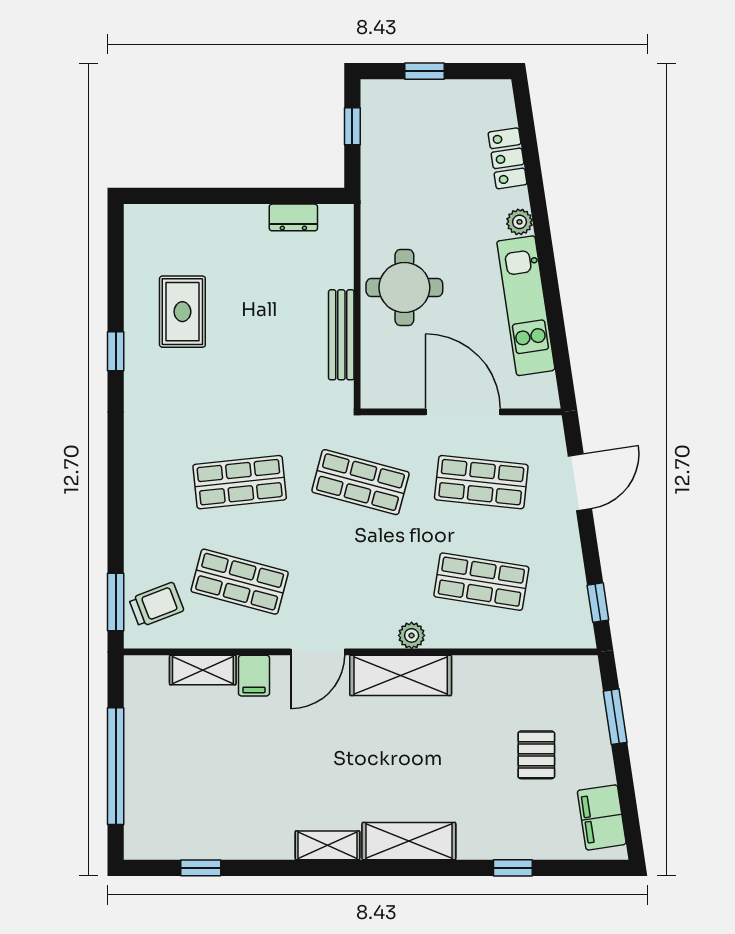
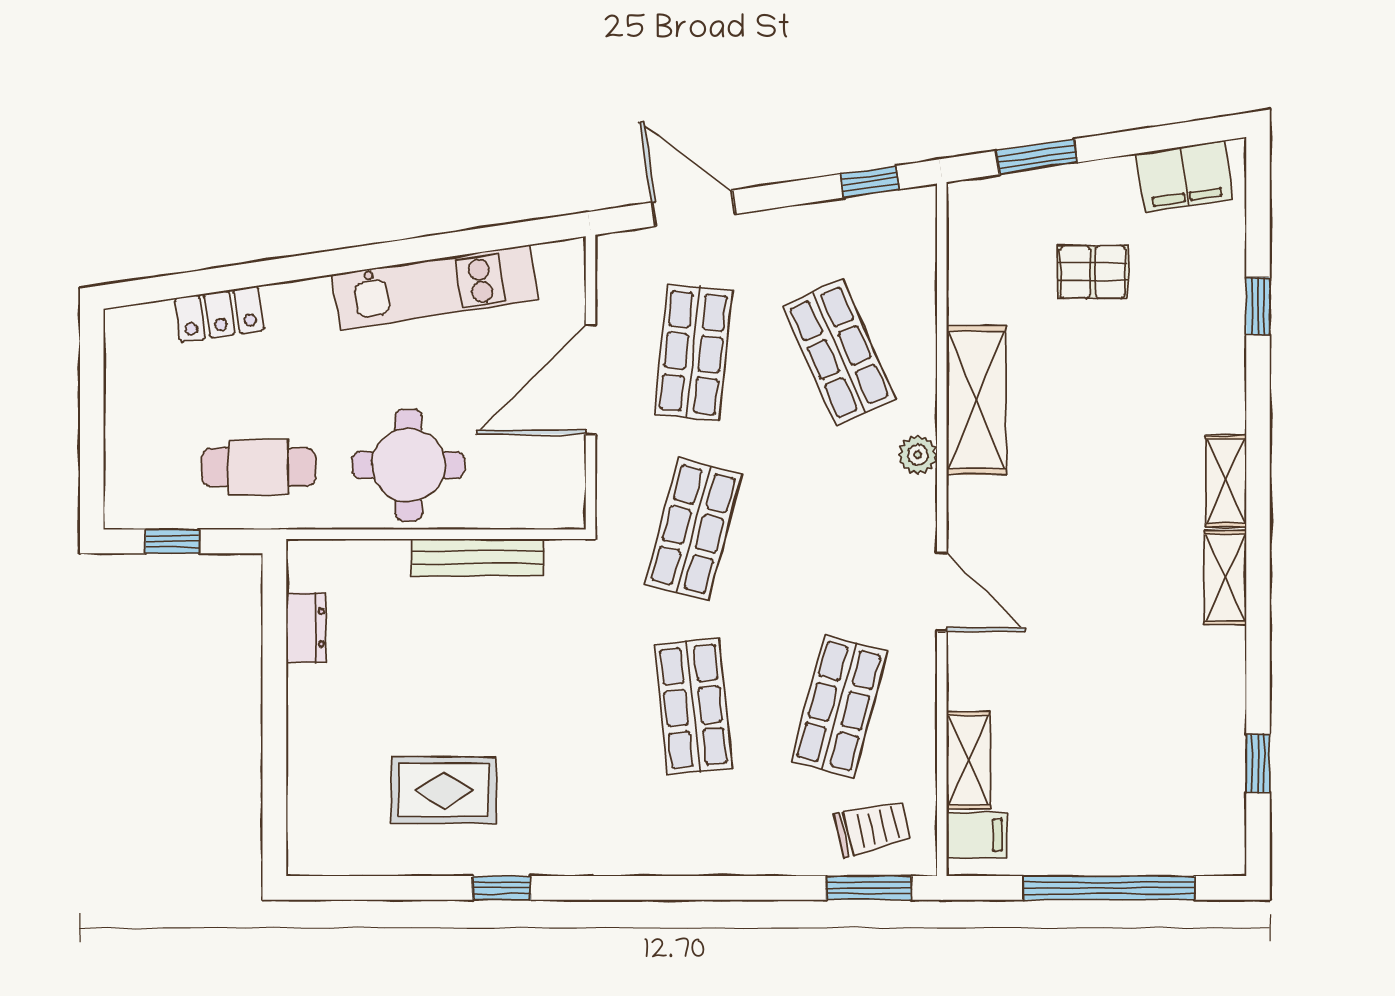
window: (424, 71) -> (92, 436), removed
cafe table: (403, 185) -> (259, 467), added
plant: (519, 222) -> (312, 297), removed
shop shelf: (481, 582) -> (839, 353), turned -33
trolley: (156, 605) -> (873, 828), turned 98
shelving: (401, 675) -> (976, 400), moved
filing cabinet: (254, 676) -> (977, 835), moved
shelving: (409, 841) -> (1226, 481), width x0.67, depth x0.75

